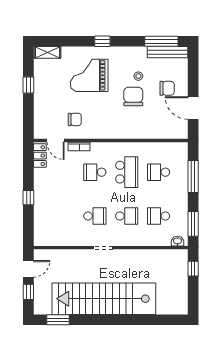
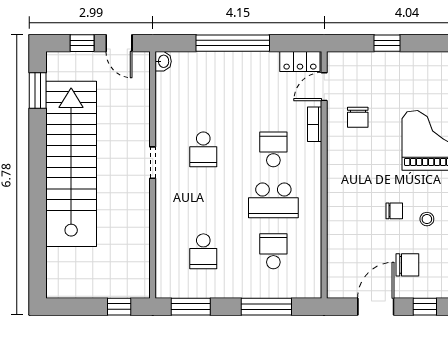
window: (193, 77) -> (425, 307), added
window: (28, 85) -> (387, 43), moved
chair: (167, 88) -> (407, 265), turned -90
chair: (133, 97) -> (394, 211), width x0.54, depth x0.54
window: (28, 198) -> (233, 43), width x3.17
school desk: (127, 216) -> (203, 200), removed
school desk: (159, 216) -> (203, 251), turned 180
washbasin: (178, 241) -> (163, 61), moved

